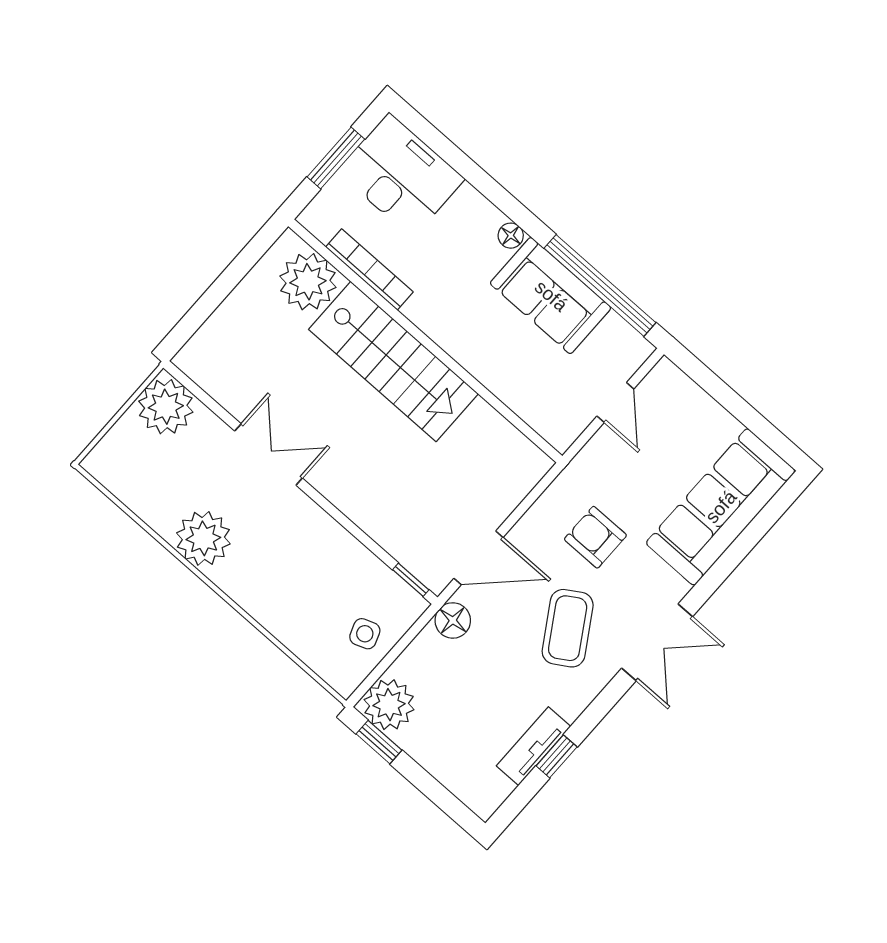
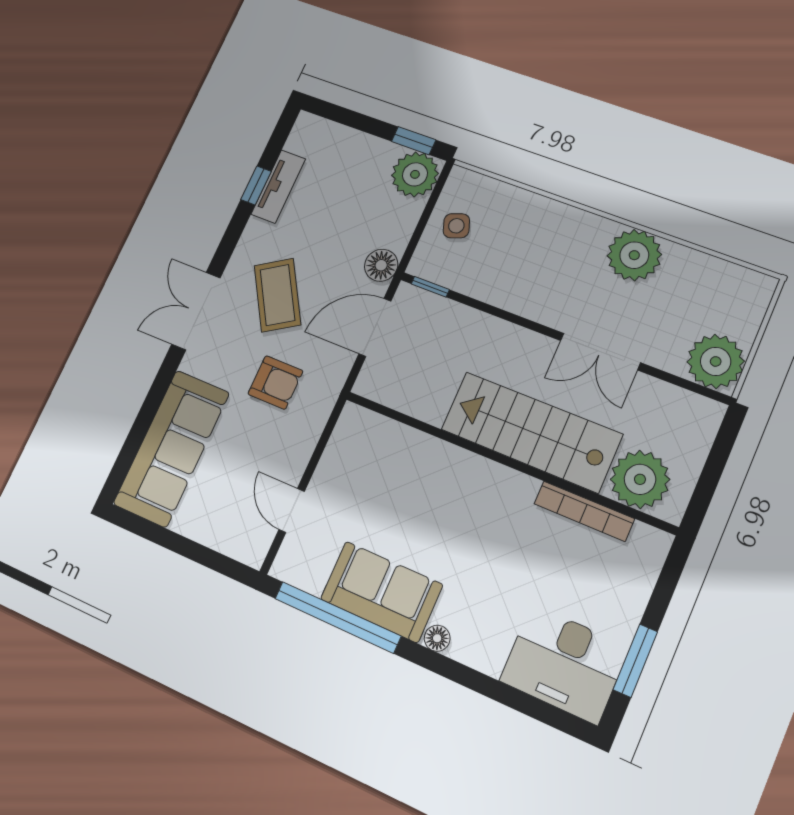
bookcase: (369, 269) -> (584, 511), moved
plant: (308, 282) -> (640, 479), moved
wall: (425, 341) -> (507, 461), moved
stairs: (393, 361) -> (531, 432), moved

